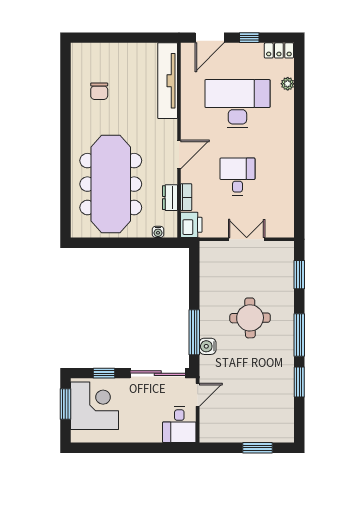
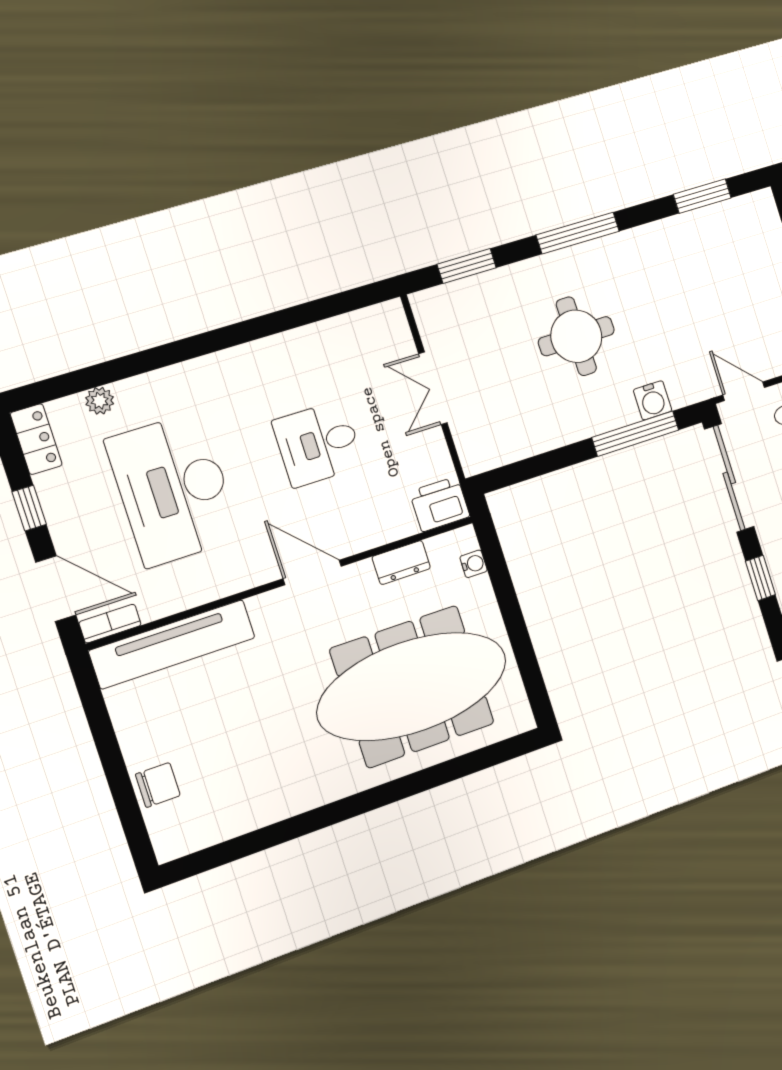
chair: (99, 91) -> (158, 785), moved
bookcase: (186, 197) -> (110, 624), moved
window: (299, 382) -> (702, 196), moved

